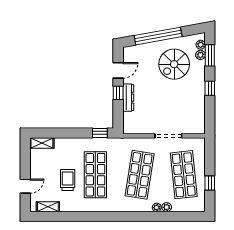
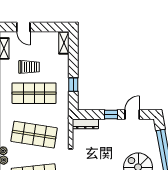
door: (118, 70) -> (132, 114), swing flipped
dresser: (128, 98) -> (85, 124), moved
window: (100, 133) -> (73, 85), moved

